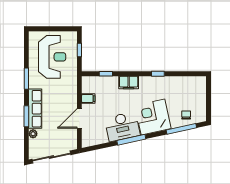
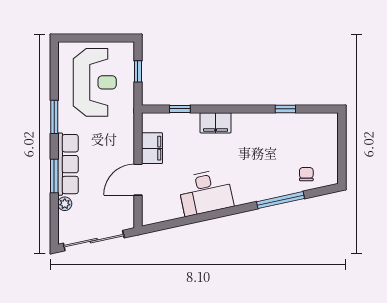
window: (158, 74) -> (285, 109), moved
filing cabinet: (88, 99) -> (152, 148), width x2.00
corner desk: (153, 117) -> (254, 177), removed
window: (181, 129) -> (280, 200), moved
window: (131, 140) -> (220, 213), removed

